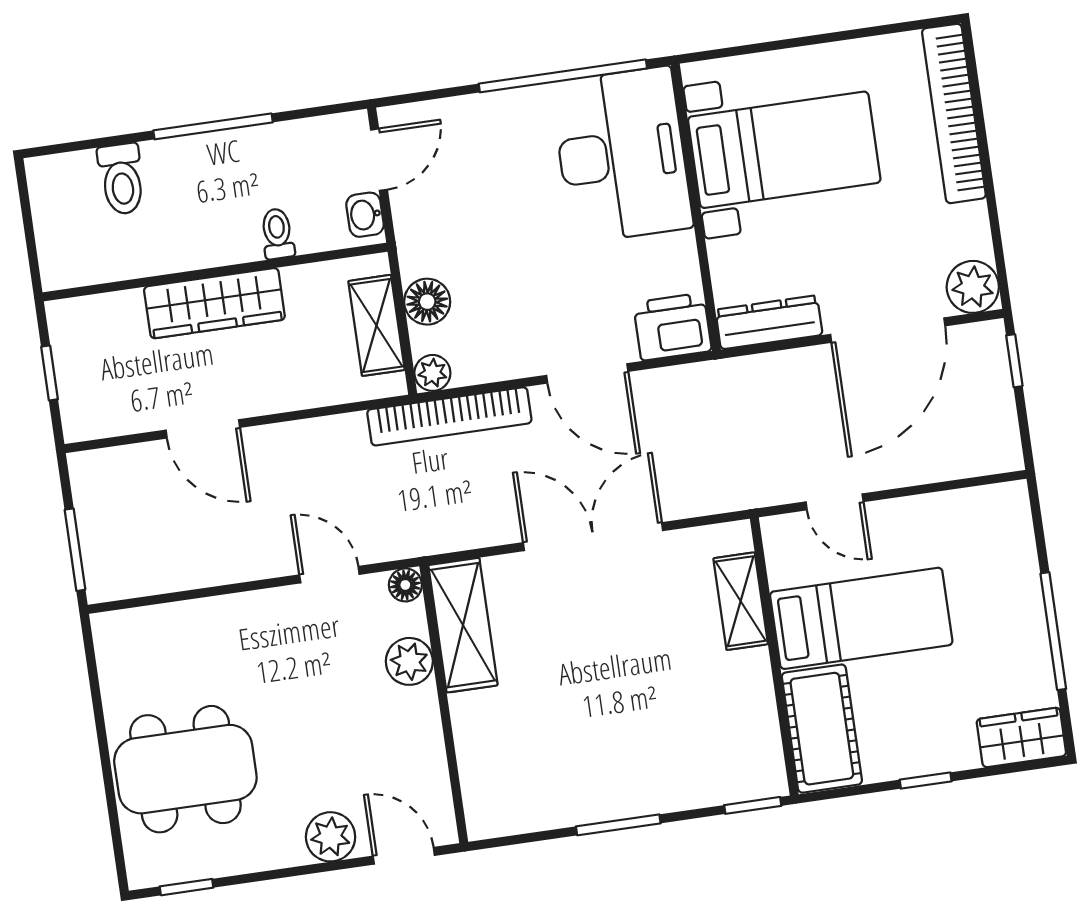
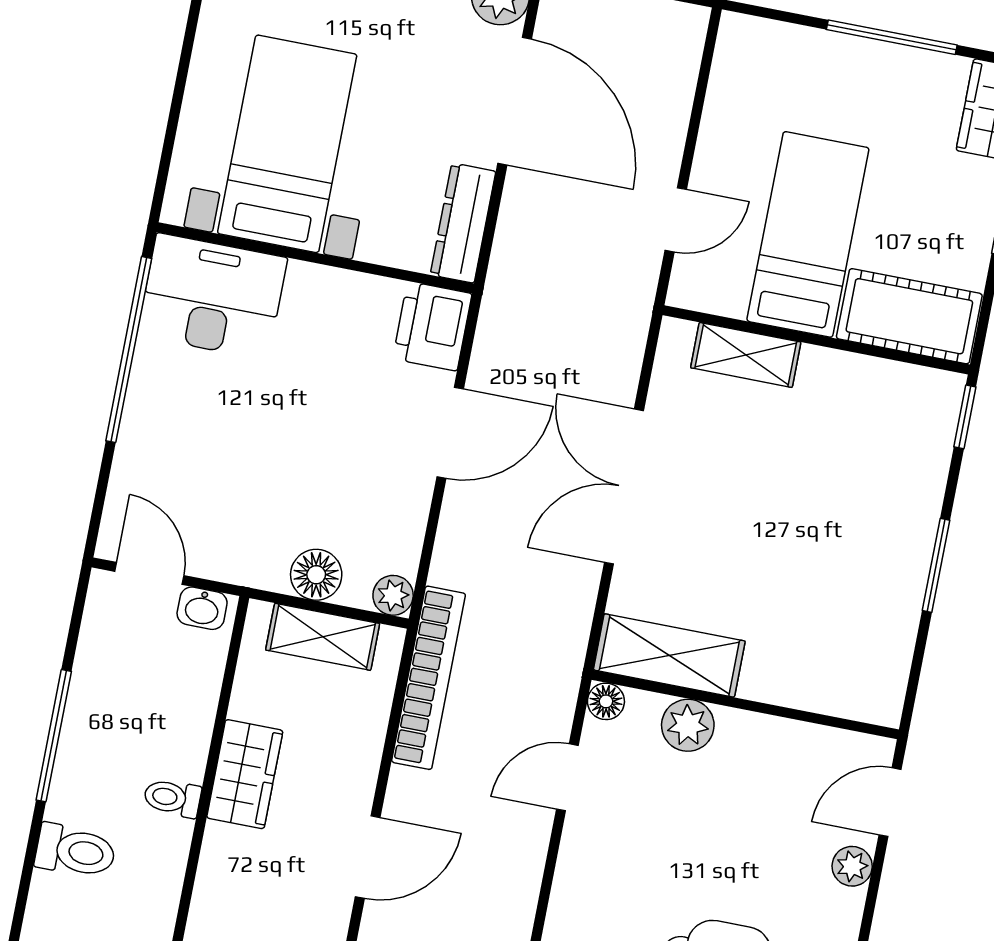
desk: (622, 155) -> (212, 296), width x0.73, depth x0.77
toilet: (277, 234) -> (172, 798), moved
wardrobe: (214, 303) -> (245, 774), width x0.67
bookcase: (449, 416) -> (428, 678), moved
plant: (331, 837) -> (852, 866), width x0.73, depth x0.73

